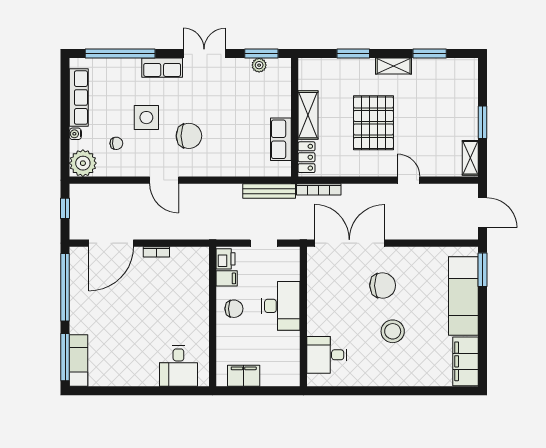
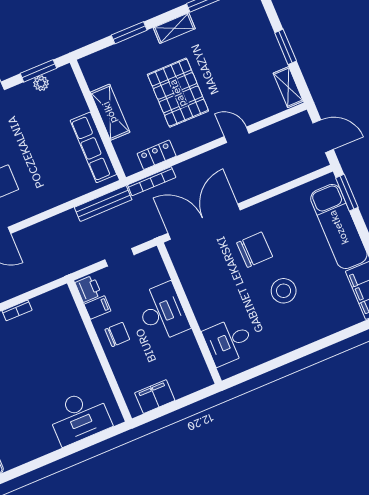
row of seats: (281, 139) -> (93, 147), width x1.48
locker: (306, 157) -> (157, 155), moved, turned -90
desk: (178, 366) -> (79, 417), width x1.37

